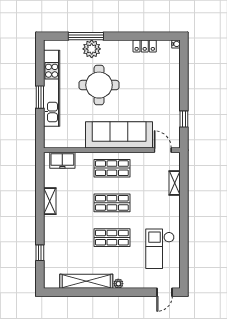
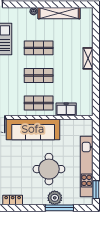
window: (40, 97) -> (96, 190), moved
freezer: (62, 160) -> (66, 109), moved
shelving: (50, 201) -> (88, 58), moved
window: (40, 253) -> (96, 36), removed

